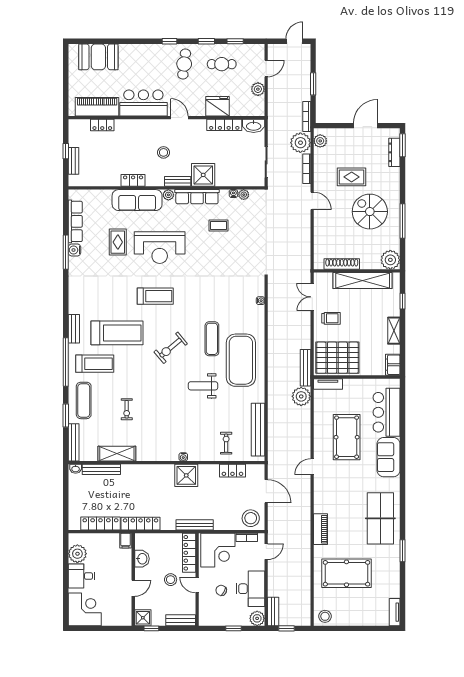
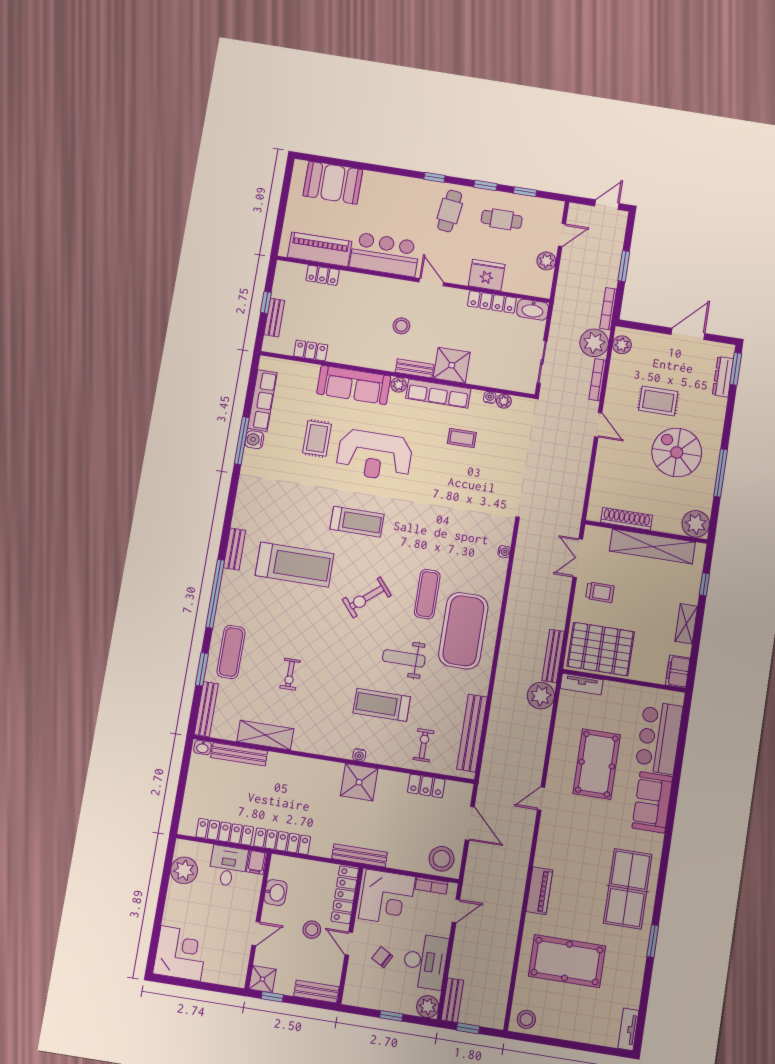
locker: (133, 180) -> (311, 350), moved
treadmill: (95, 364) -> (382, 705), moved, turned 180
desk: (81, 576) -> (228, 866), moved, turned 90

